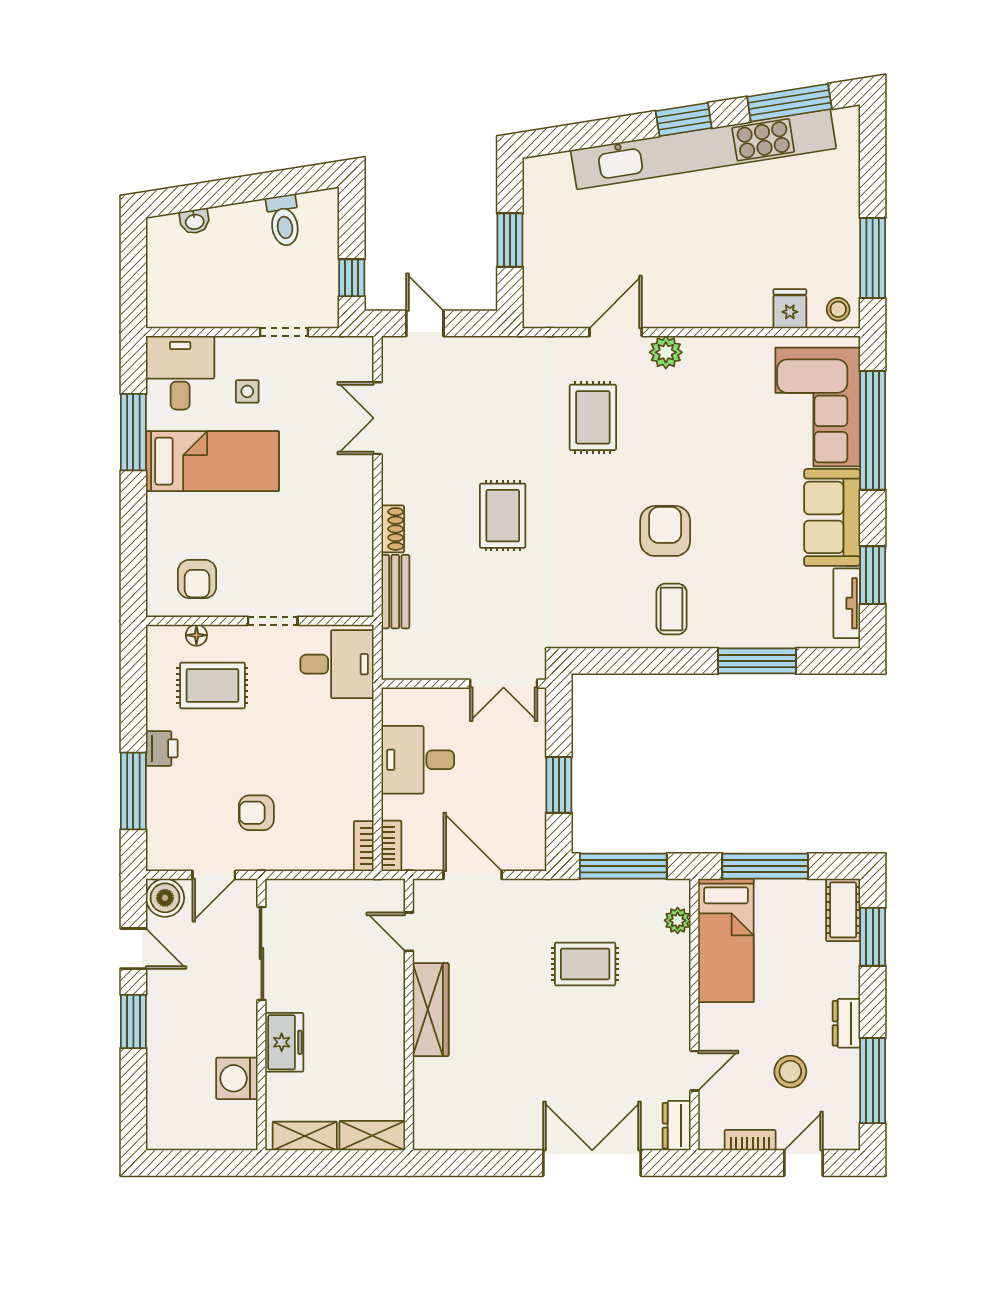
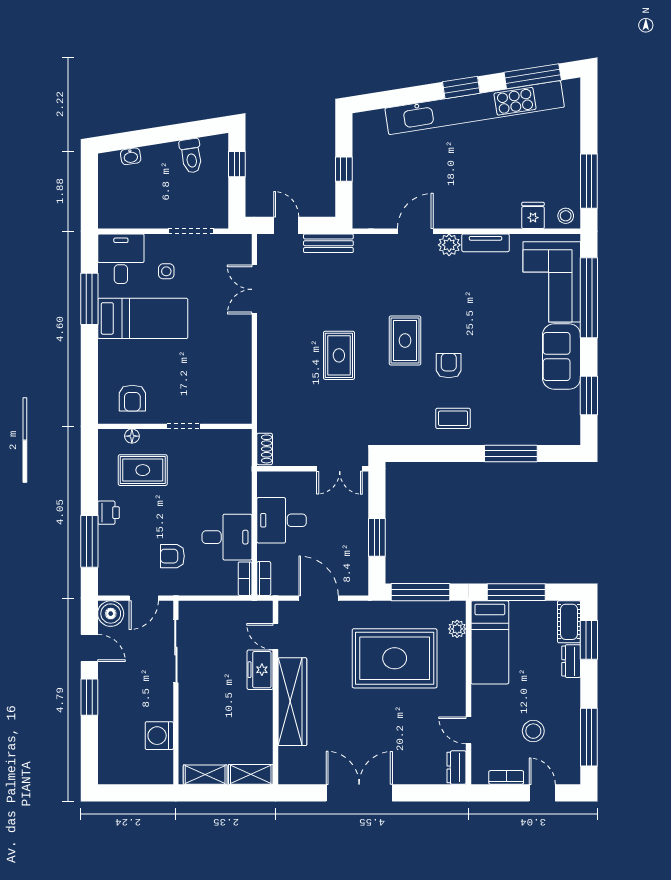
window: (510, 240) -> (344, 169), width x0.67
window: (352, 278) -> (237, 164), moved
doorway: (284, 332) -> (191, 231), width x1.38
rug: (593, 417) -> (405, 340), moved
shoe rack: (393, 529) -> (265, 449), moved
armchair: (665, 531) -> (449, 366), width x0.72, depth x0.72
bench: (395, 592) -> (328, 243), moved, turned 90
tv unit: (847, 603) -> (486, 243), moved, turned -90
coffee table: (672, 609) -> (453, 418), turned 90
desk: (337, 664) -> (227, 537), moved
rug: (585, 964) -> (395, 658), width x1.86, depth x2.06
wardrobe: (431, 1010) -> (292, 702), width x1.40, depth x1.17
dresser: (846, 1023) -> (571, 661), moved
freezer: (284, 1042) -> (260, 670), moved, turned 180
door: (694, 1071) -> (469, 730), swing flipped
double door: (592, 1163) -> (359, 793), moved
door: (804, 1163) -> (542, 793), hinge flipped

